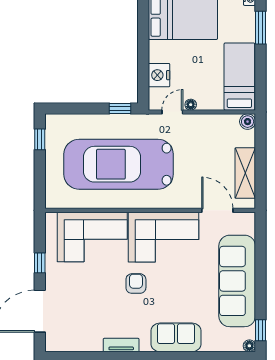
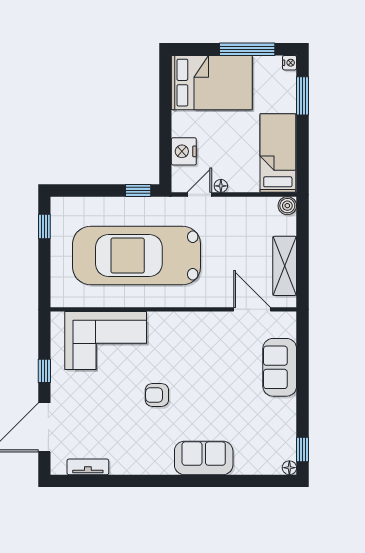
corner sofa: (163, 237) -> (189, 341), removed
sofa: (237, 281) -> (280, 367), width x0.54, depth x0.79
armchair: (136, 284) -> (157, 395), turned -90
tv unit: (121, 345) -> (88, 467), moved

